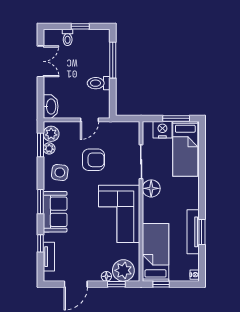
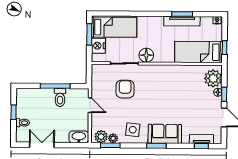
window: (113, 60) -> (55, 86), moved
armchair: (93, 160) -> (125, 89), moved
corner sofa: (119, 214) -> (167, 82), removed
window: (41, 243) -> (201, 146), moved
window: (116, 284) -> (224, 94), moved

